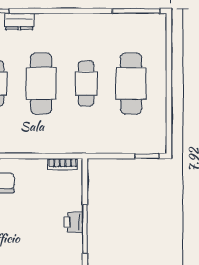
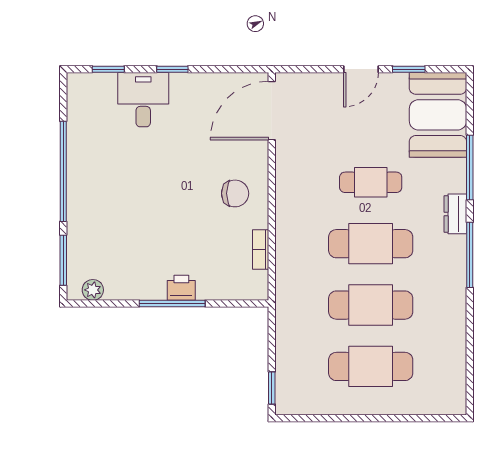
window: (136, 11) -> (470, 255), moved
cafe table: (86, 83) -> (371, 305), width x1.37, depth x1.35
bookcase: (63, 164) -> (261, 249), moved

